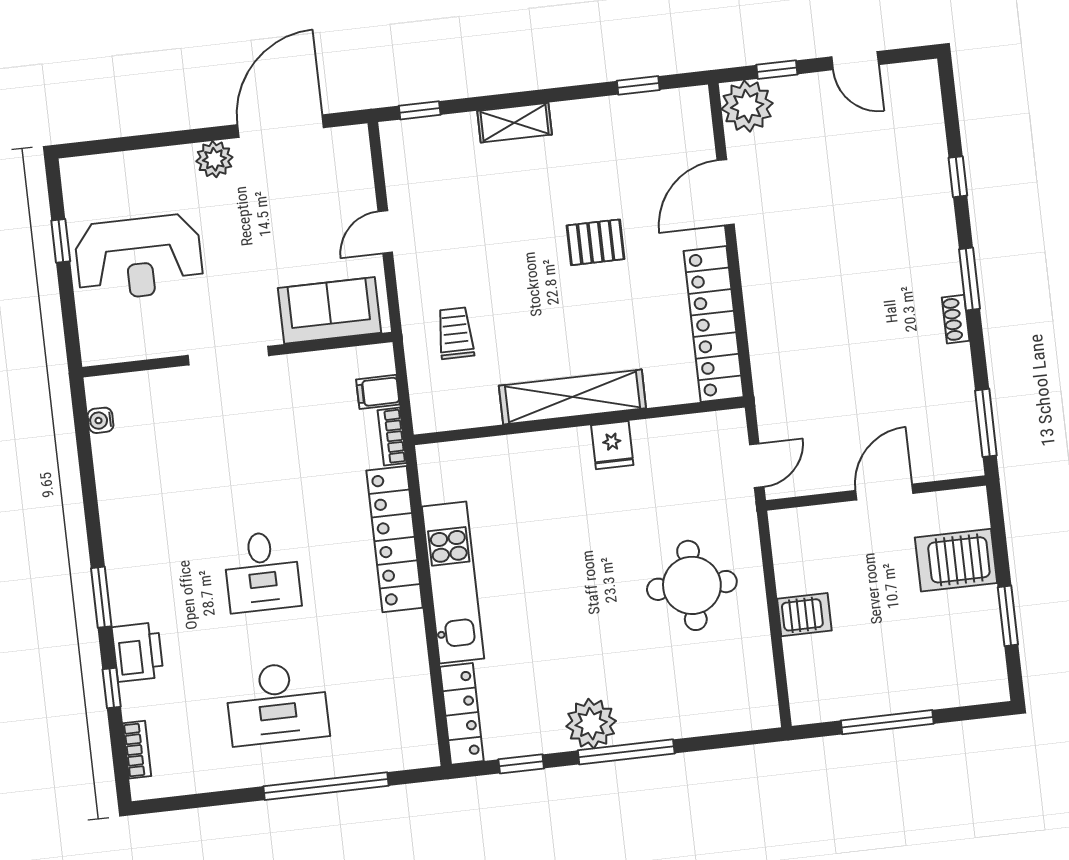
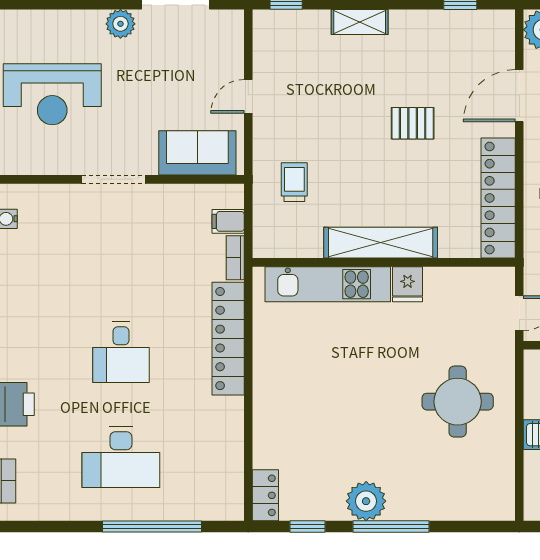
kitchen unit: (453, 583) -> (328, 284), moved, turned 90
locker: (462, 714) -> (265, 495), width x0.66

